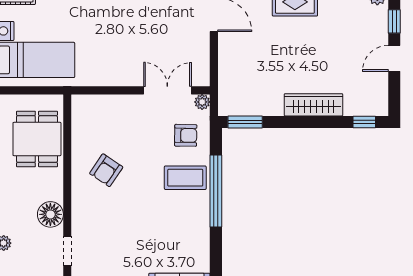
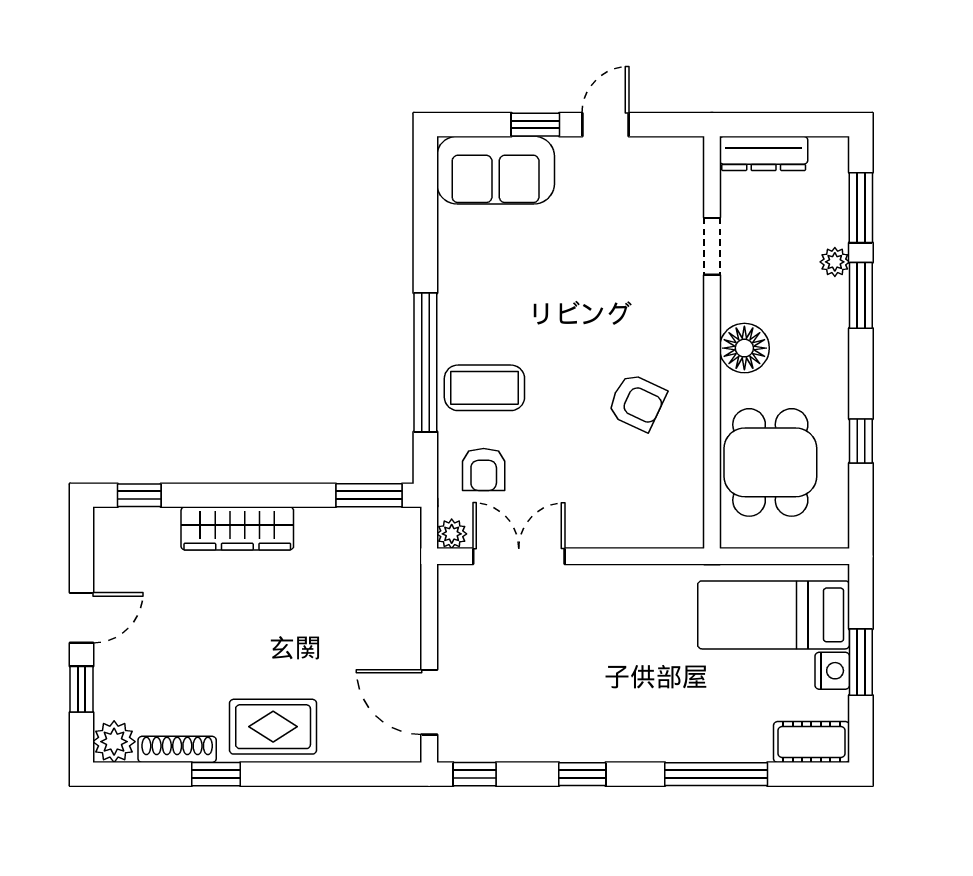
double door: (167, 90) -> (519, 556), swing flipped
armchair: (186, 135) -> (484, 469), turned -91
armchair: (106, 170) -> (637, 402), turned 81
floor lamp: (50, 214) -> (744, 348), moved

